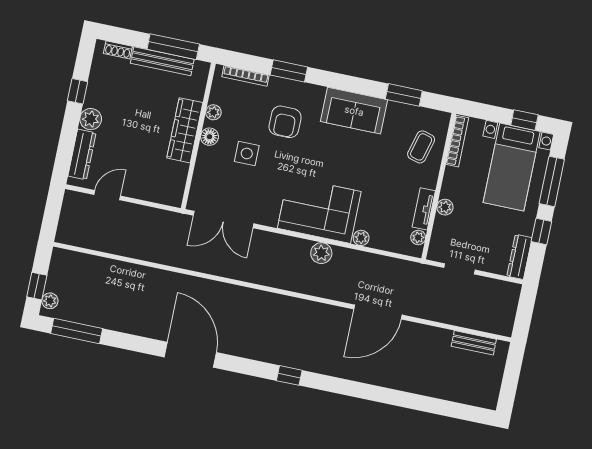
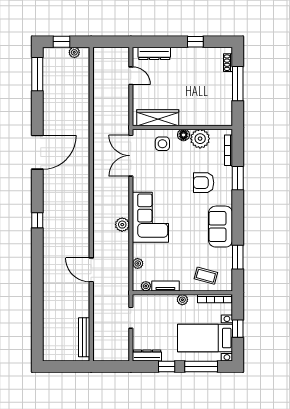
window: (173, 47) -> (238, 84), moved
bench: (162, 61) -> (227, 93), removed
plant: (213, 112) -> (200, 139), width x1.88, depth x1.88
plant: (91, 119) -> (179, 54), removed
window: (524, 120) -> (238, 329), moved
wardrobe: (185, 130) -> (158, 118), moved
side table: (247, 153) -> (162, 144), moved
plant: (445, 207) -> (182, 300), moved
plant: (361, 238) -> (138, 263), moved
plant: (50, 301) -> (74, 52), moved
door: (378, 312) -> (91, 270), width x0.73
bench: (474, 343) -> (84, 337), width x1.36

